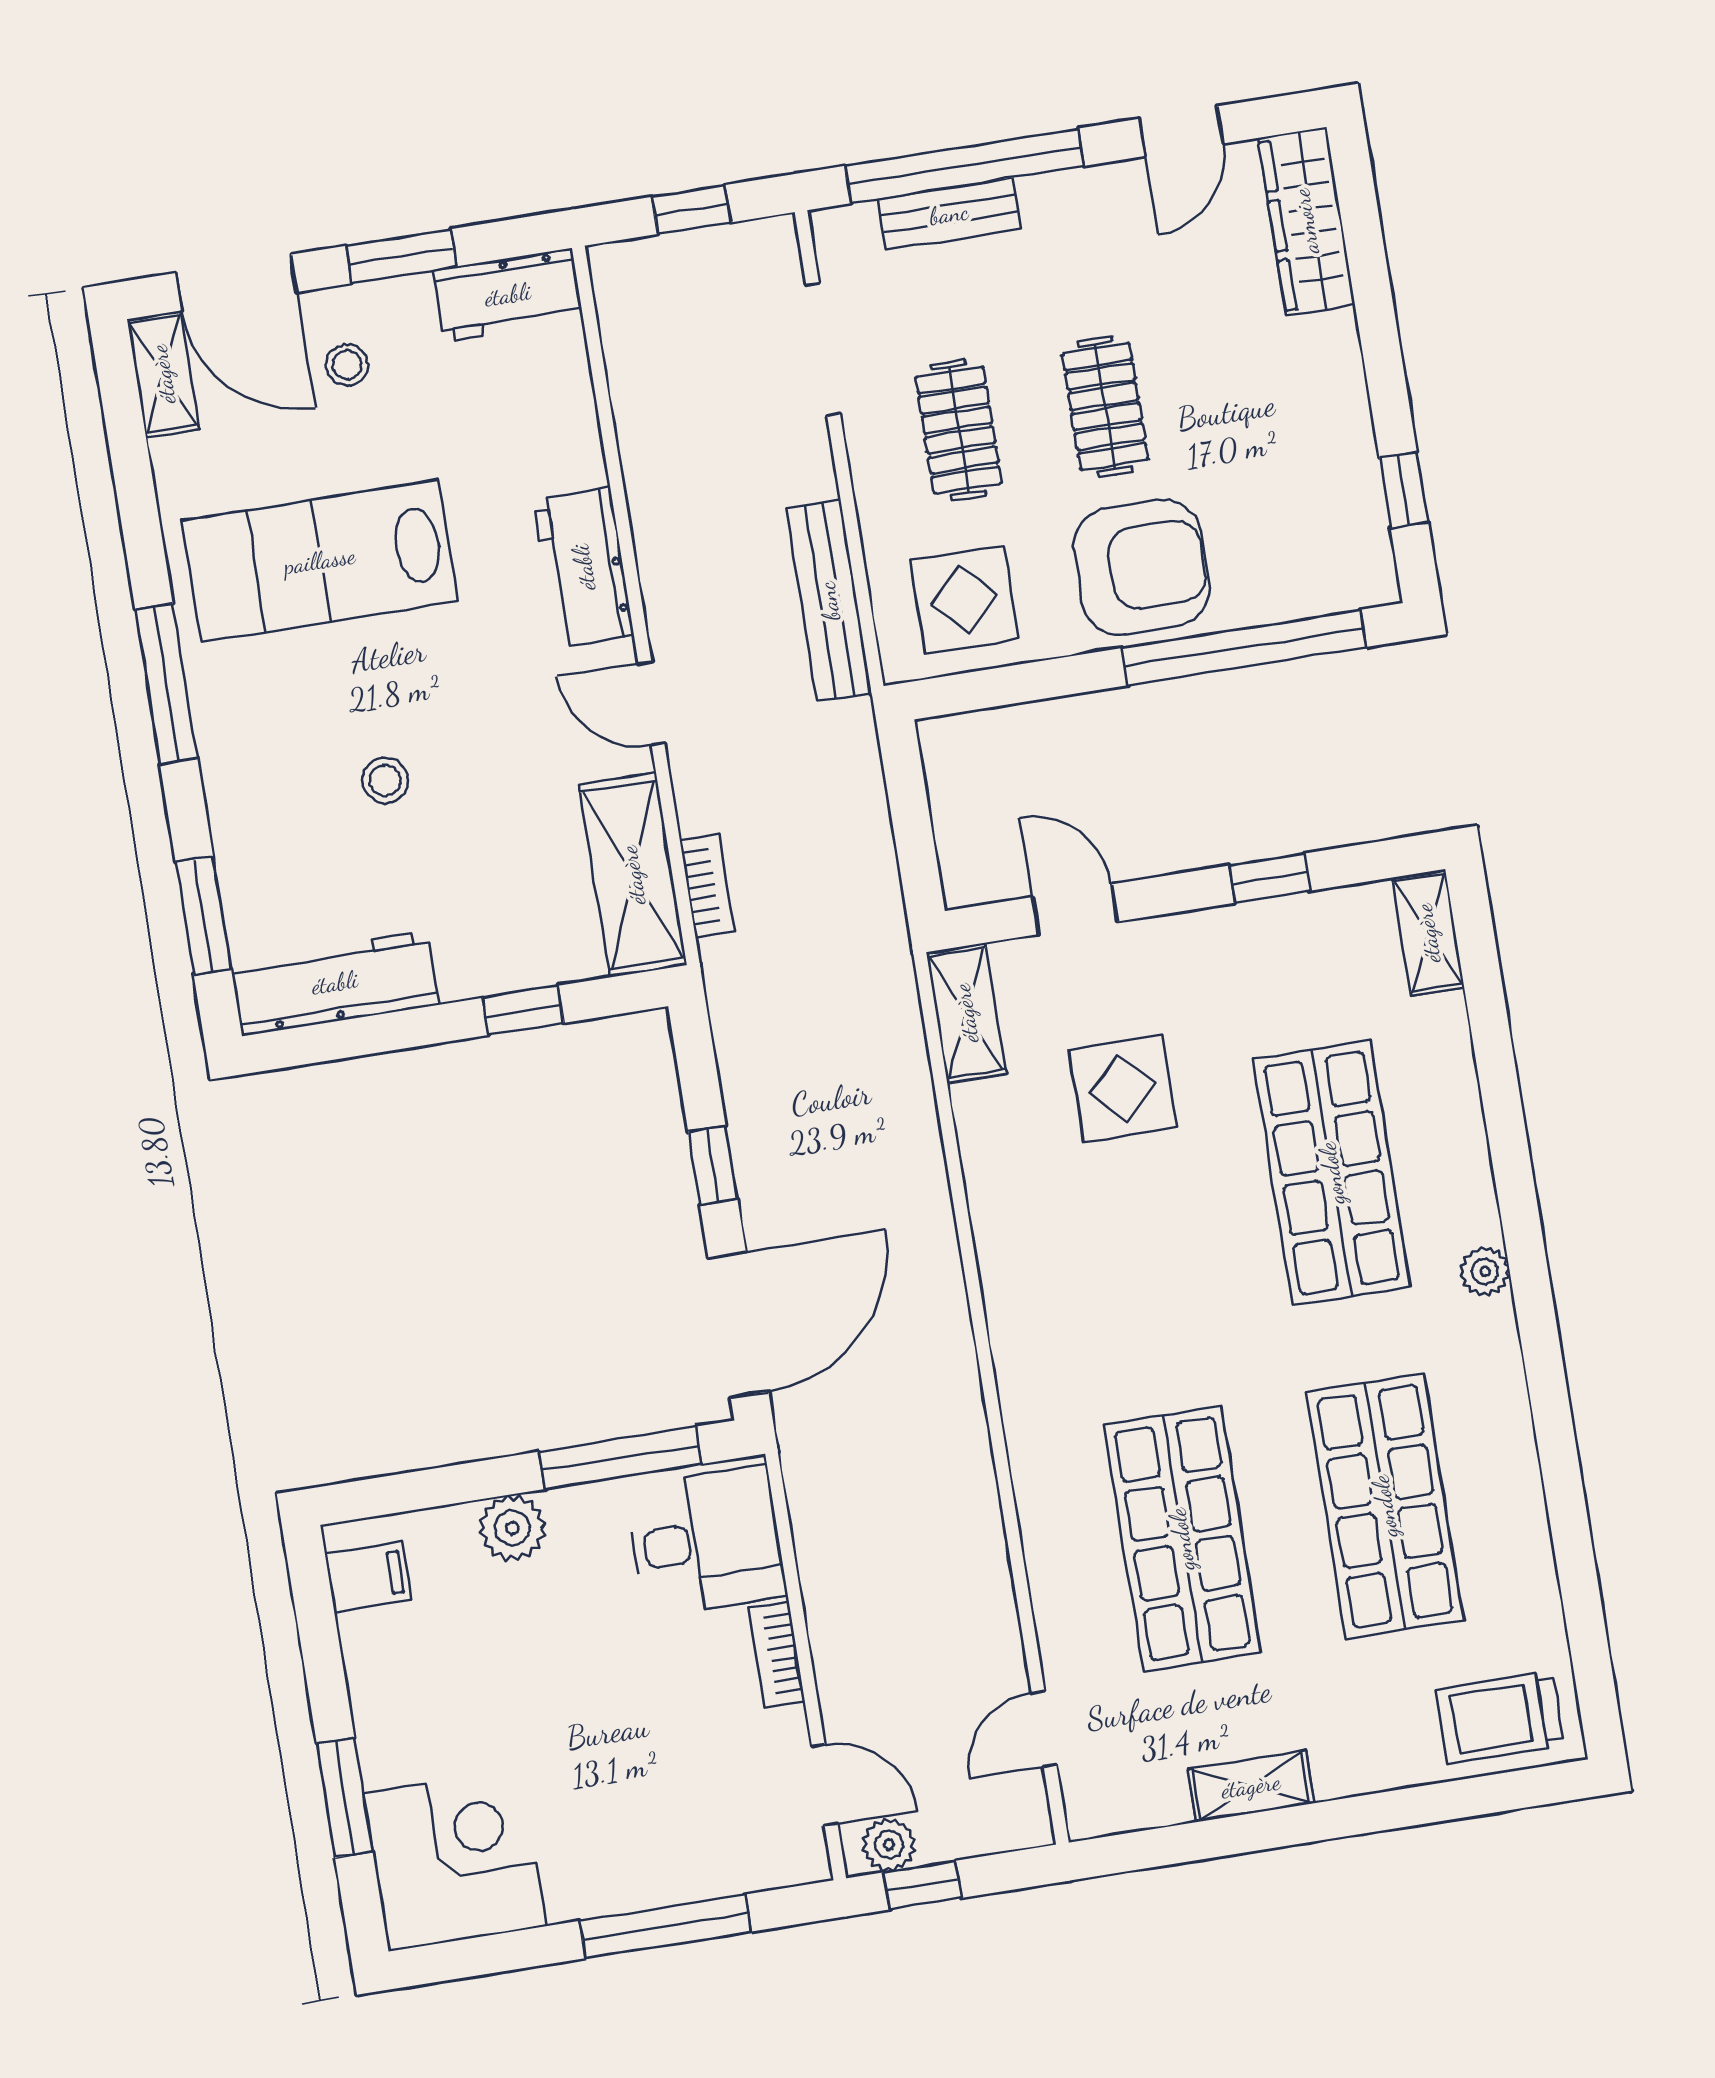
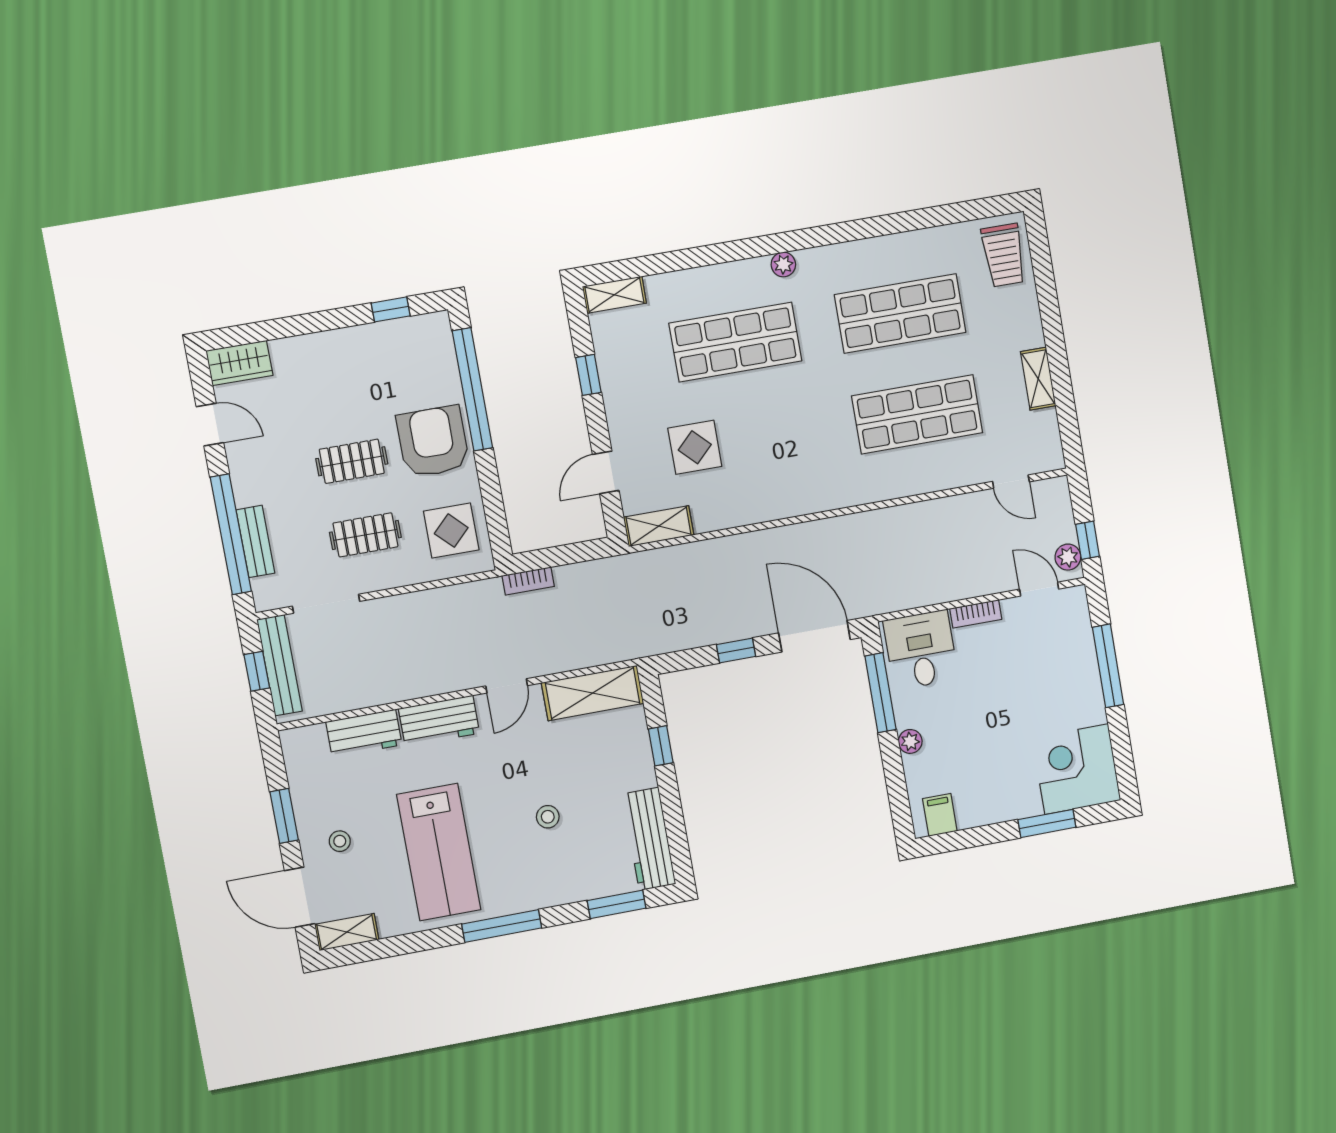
wardrobe: (1306, 221) -> (239, 363), width x0.67
door: (236, 282) -> (300, 897), swing flipped
workbench: (508, 295) -> (364, 733), moved, turned 90
bench: (829, 601) -> (279, 665), moved, turned 90
bookcase: (707, 886) -> (528, 581), moved, turned 180
plant: (512, 1528) -> (910, 741), width x0.73, depth x0.73
door: (825, 1785) -> (1039, 589), hinge flipped

